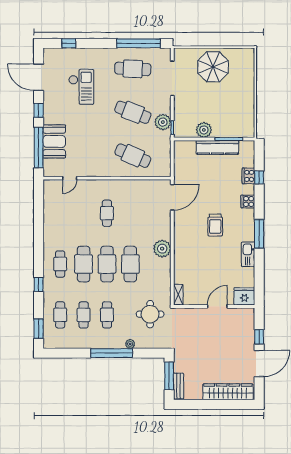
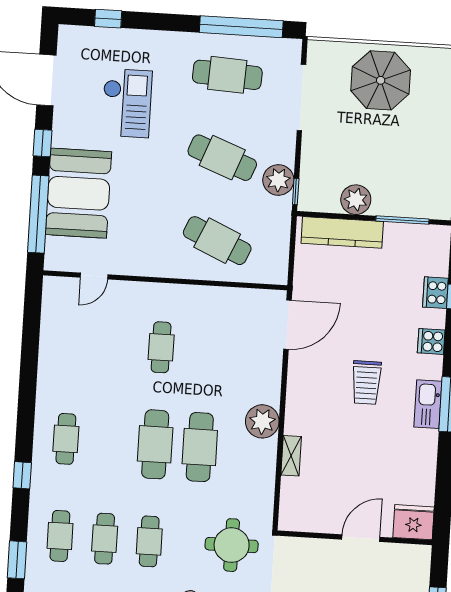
booth: (54, 141) -> (79, 193), width x1.36, depth x1.42
kitchen counter: (217, 147) -> (342, 232), moved
kitchen sink: (248, 254) -> (428, 404), moved
cafe table: (84, 264) -> (111, 442), removed
shelving: (178, 295) -> (291, 456), moved

